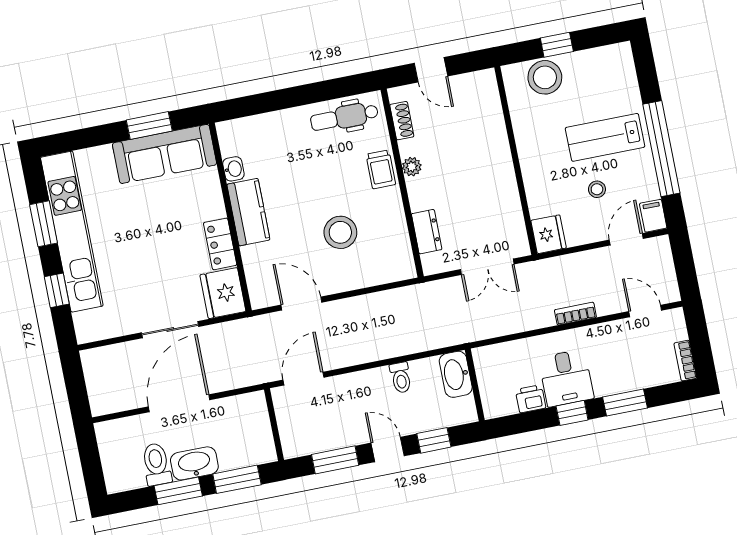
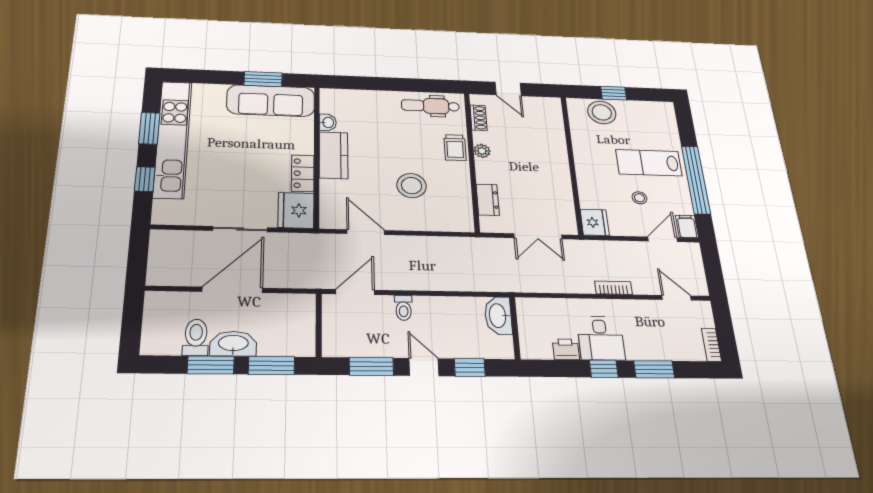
toilet: (401, 378) -> (403, 308), moved

